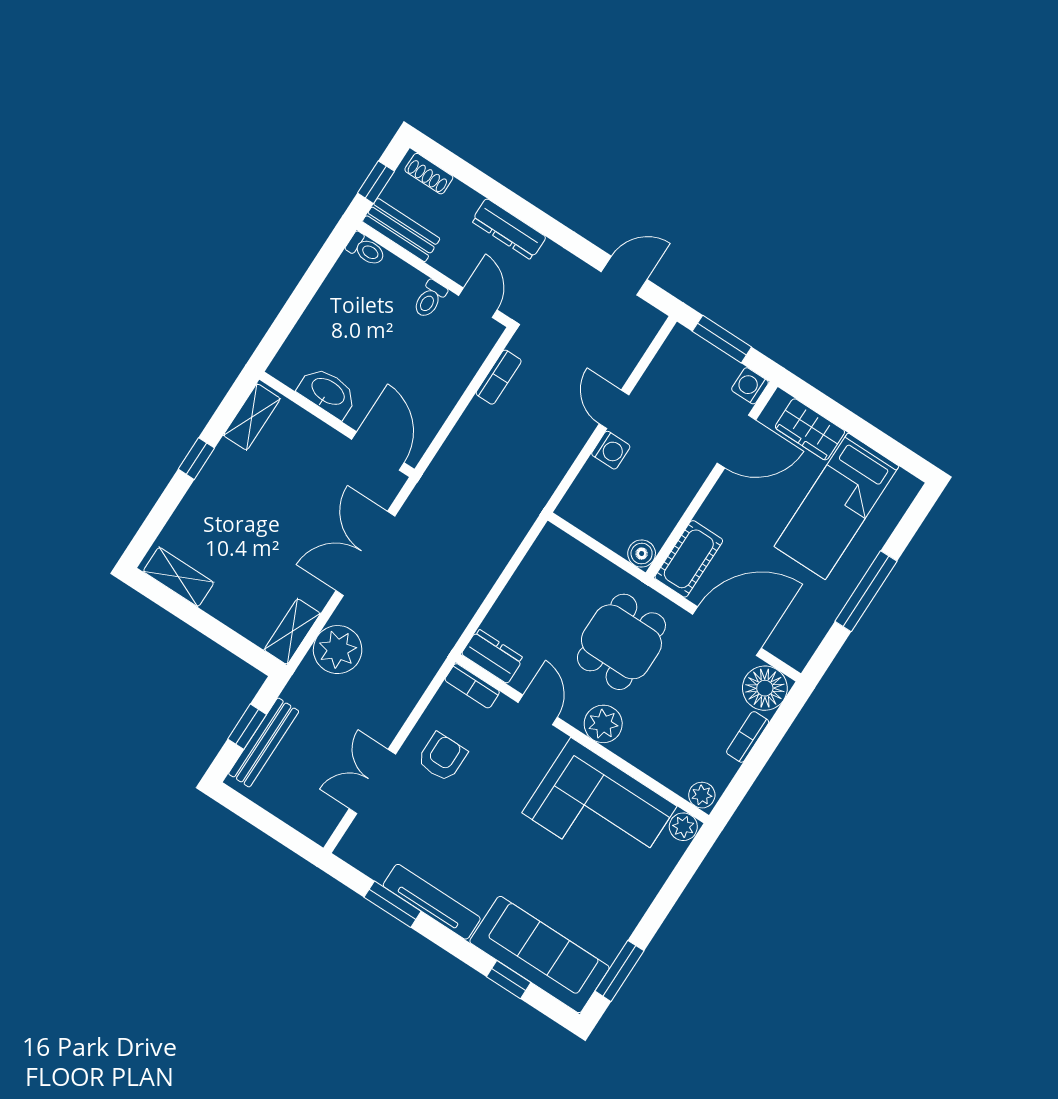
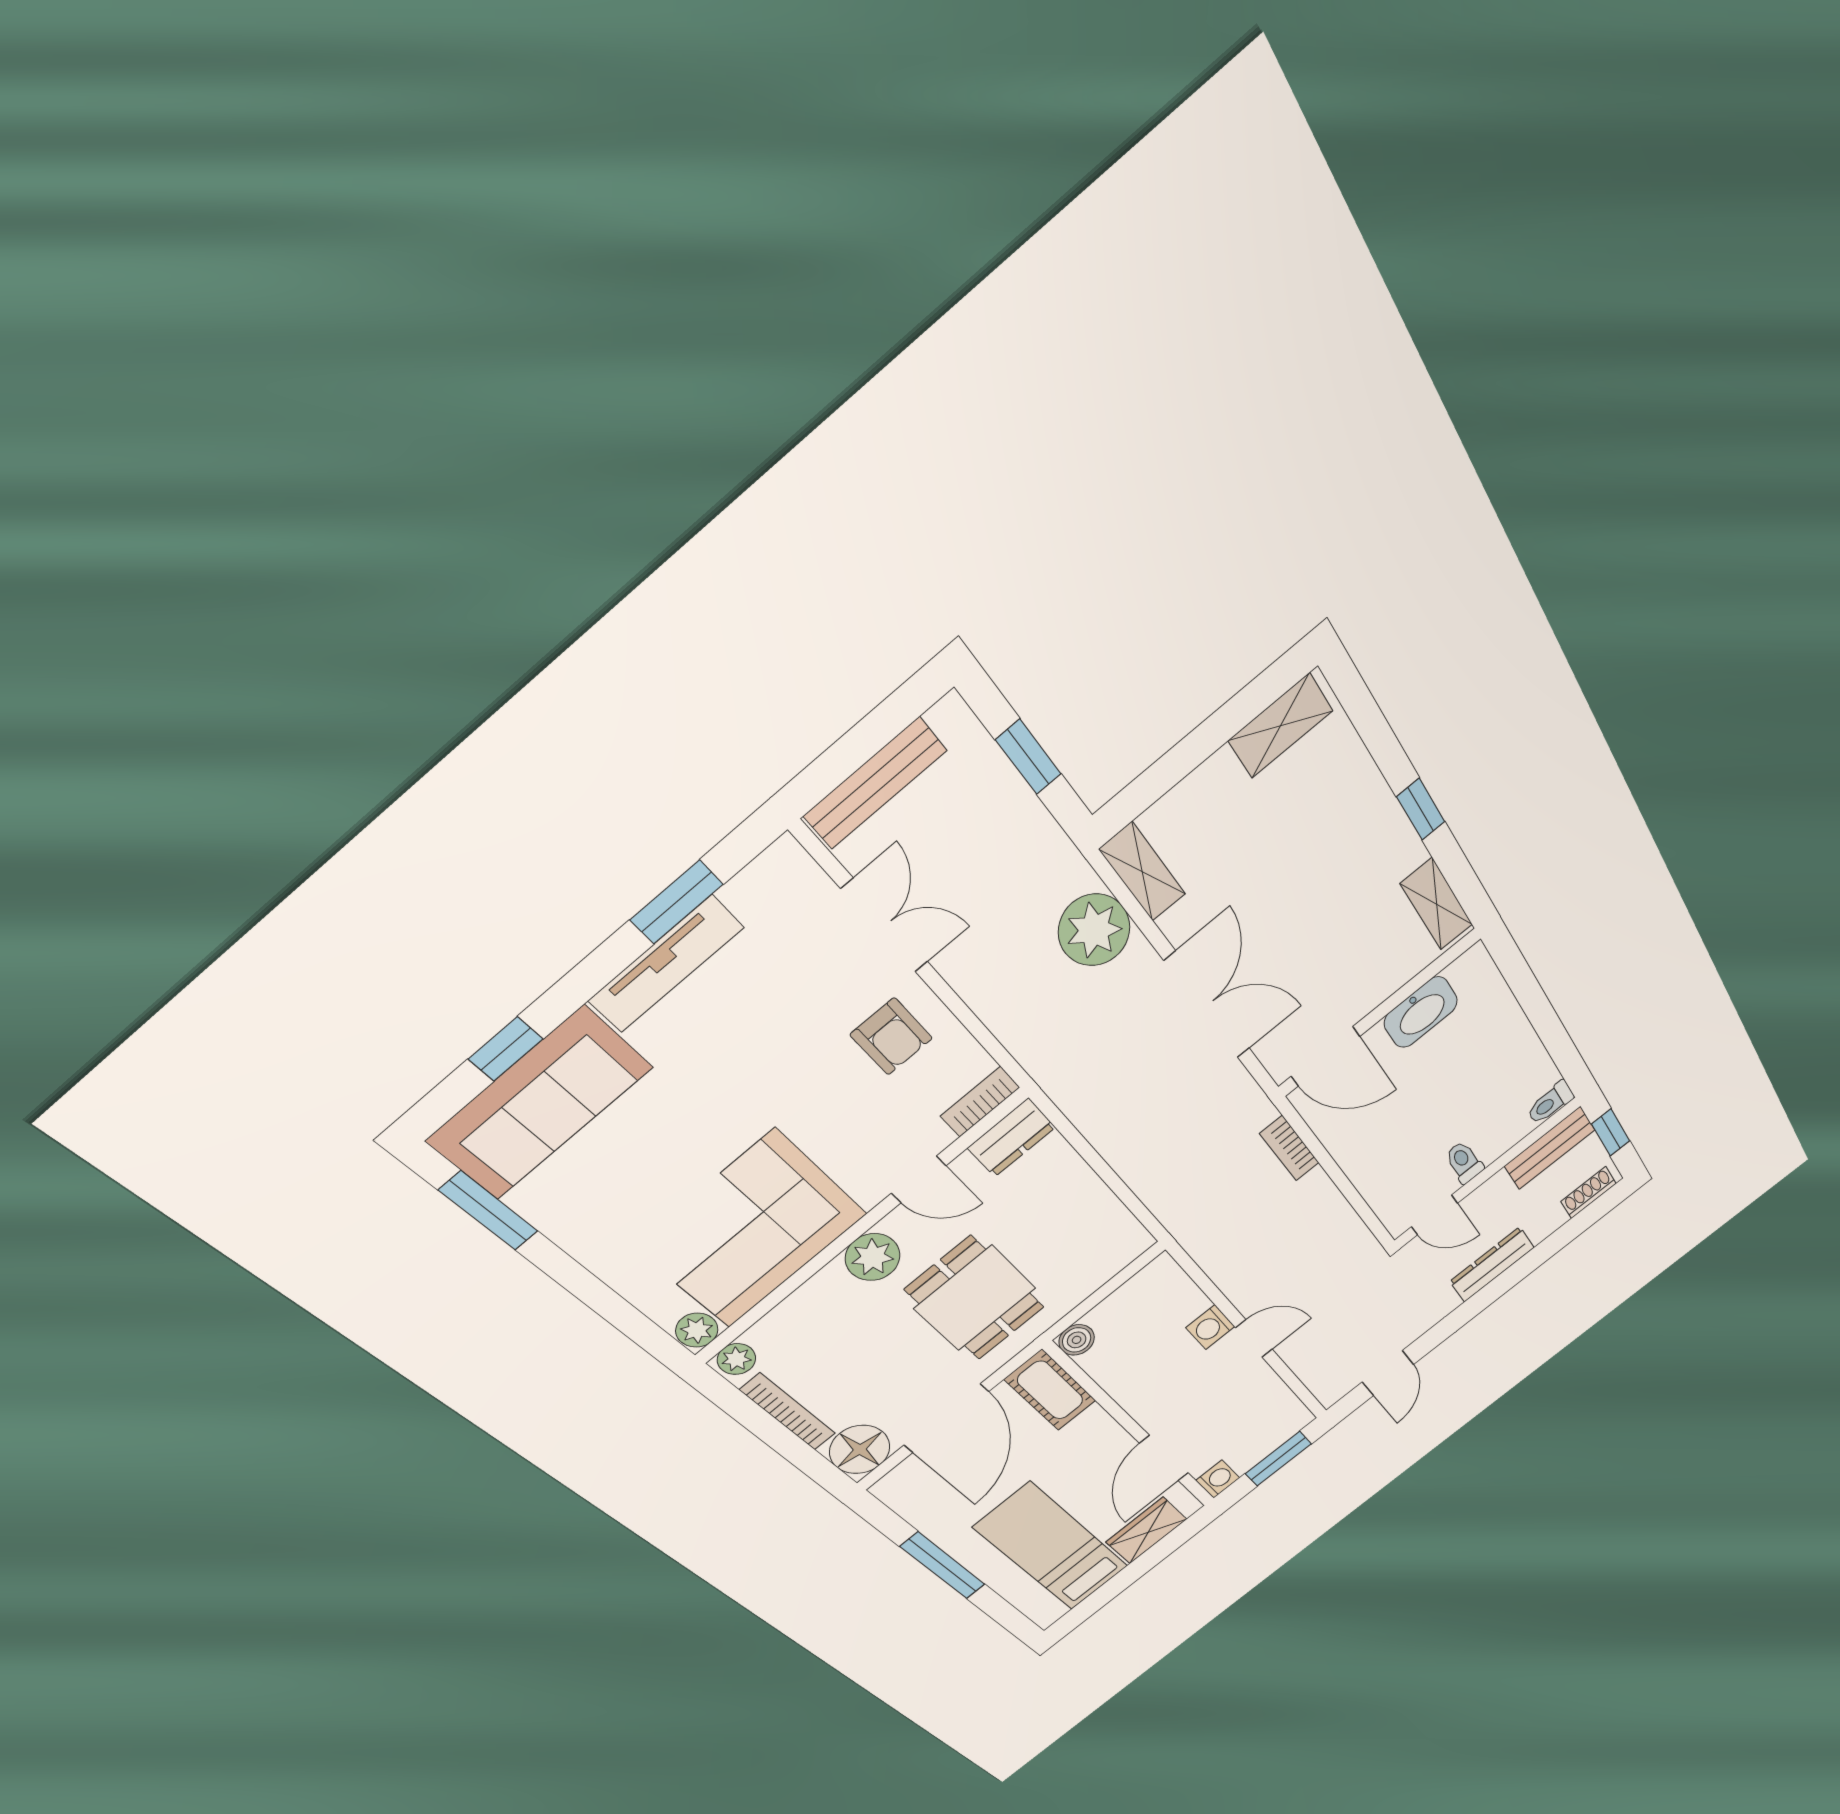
bookcase: (499, 377) -> (1289, 1148), moved
bookcase: (748, 737) -> (788, 1412), width x1.56
bench: (264, 742) -> (875, 783), moved, turned 90

